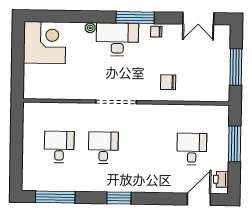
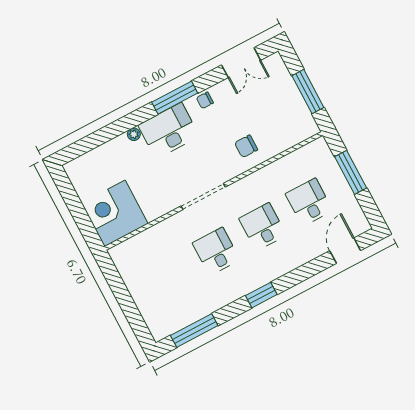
corner desk: (45, 43) -> (115, 213), moved, turned -90
desk: (59, 147) -> (263, 227), moved
printer: (221, 179) -> (357, 217), removed

